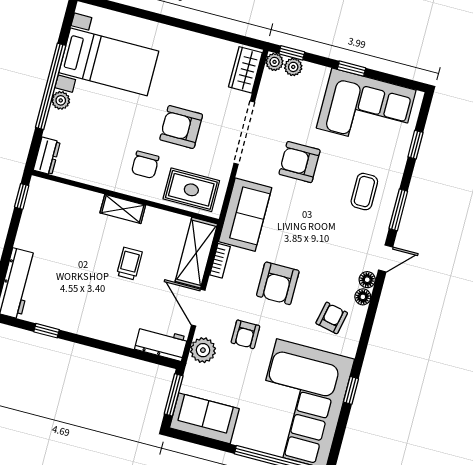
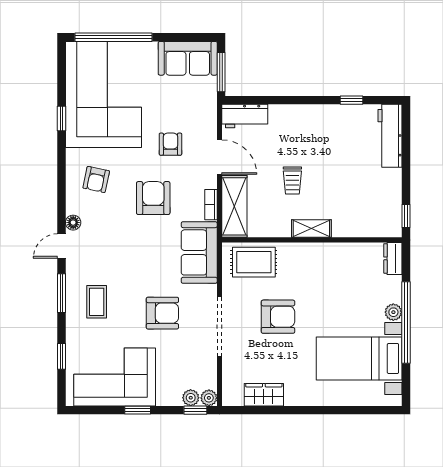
wardrobe: (245, 70) -> (264, 395), moved, turned -90
chair: (145, 165) -> (302, 274), removed
floor lamp: (363, 297) -> (73, 206), removed
plant: (203, 350) -> (205, 120), removed

